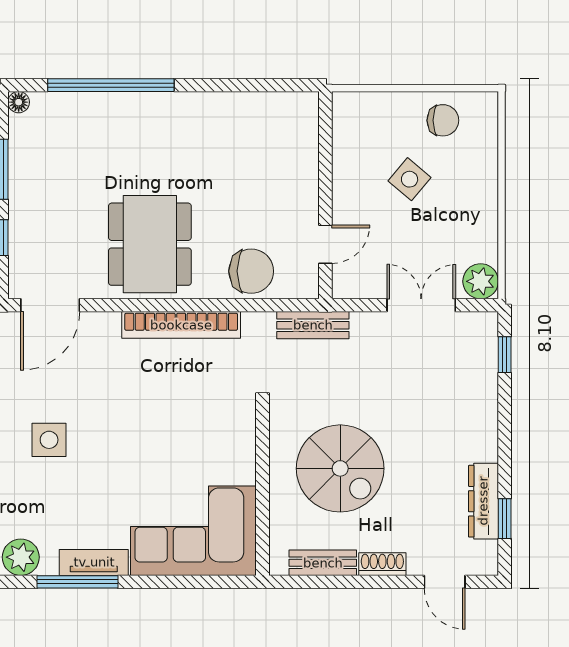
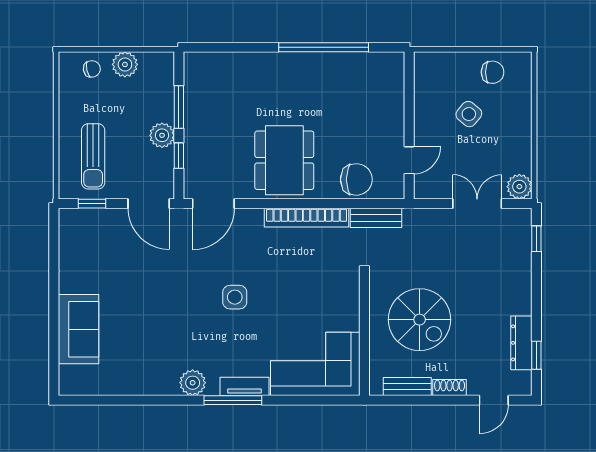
window: (111, 85) -> (324, 47), moved
floor lamp: (19, 102) -> (191, 59), removed
bench: (313, 325) -> (376, 218), moved
side table: (49, 440) -> (235, 297), moved
door: (445, 582) -> (494, 400), hinge flipped

